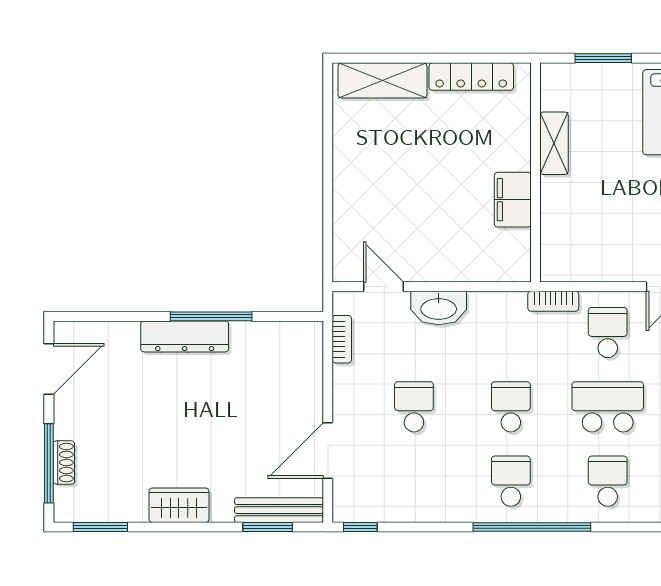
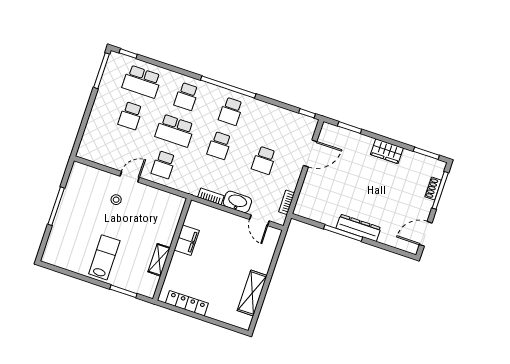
shelving: (382, 80) -> (252, 293), moved, turned 90
bookcase: (553, 301) -> (211, 196), moved
bench: (279, 510) -> (342, 134), removed

